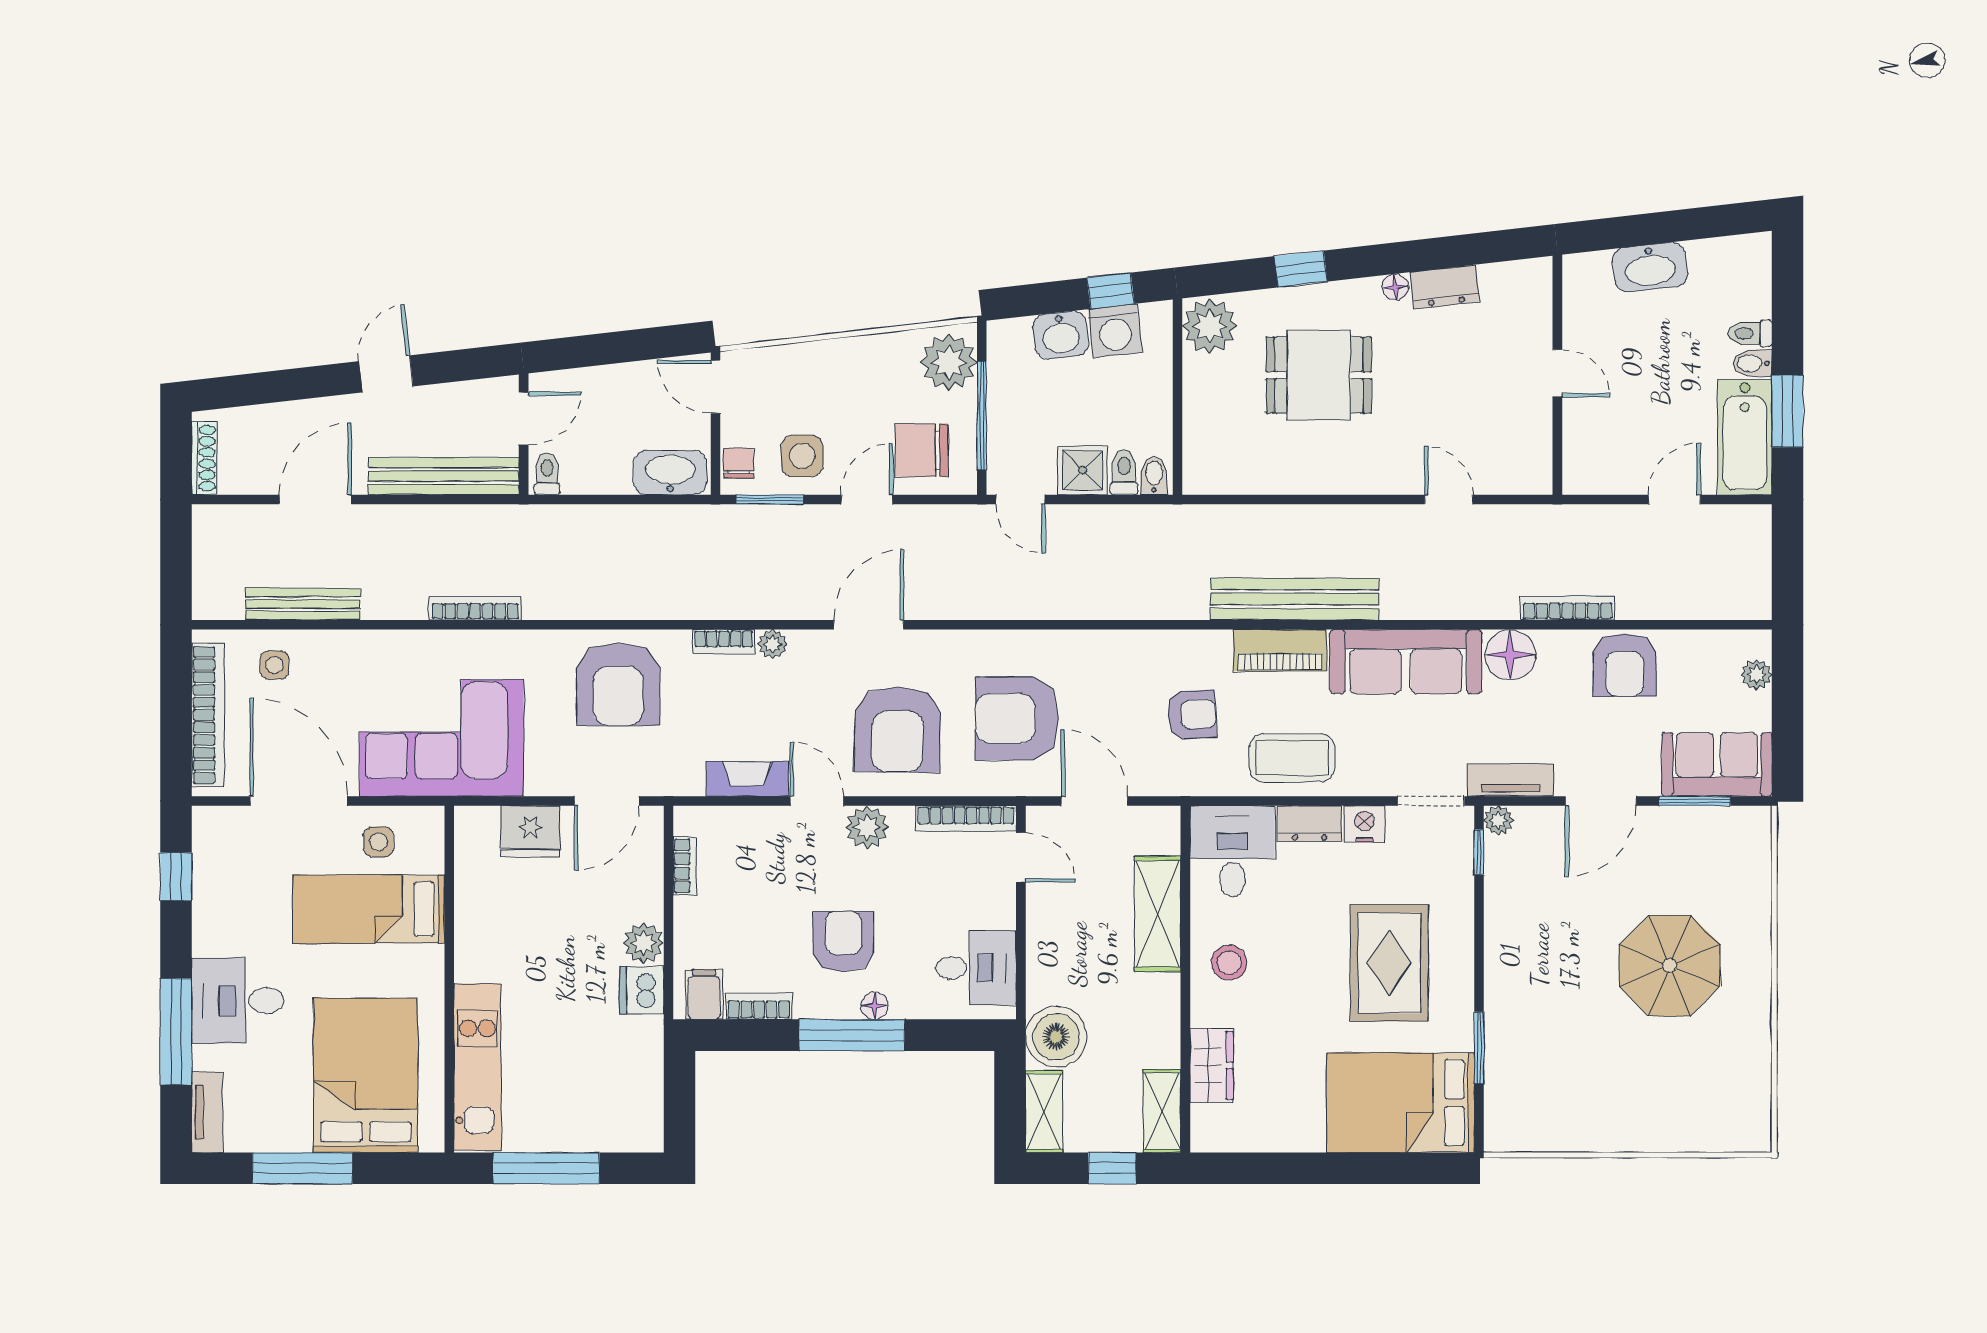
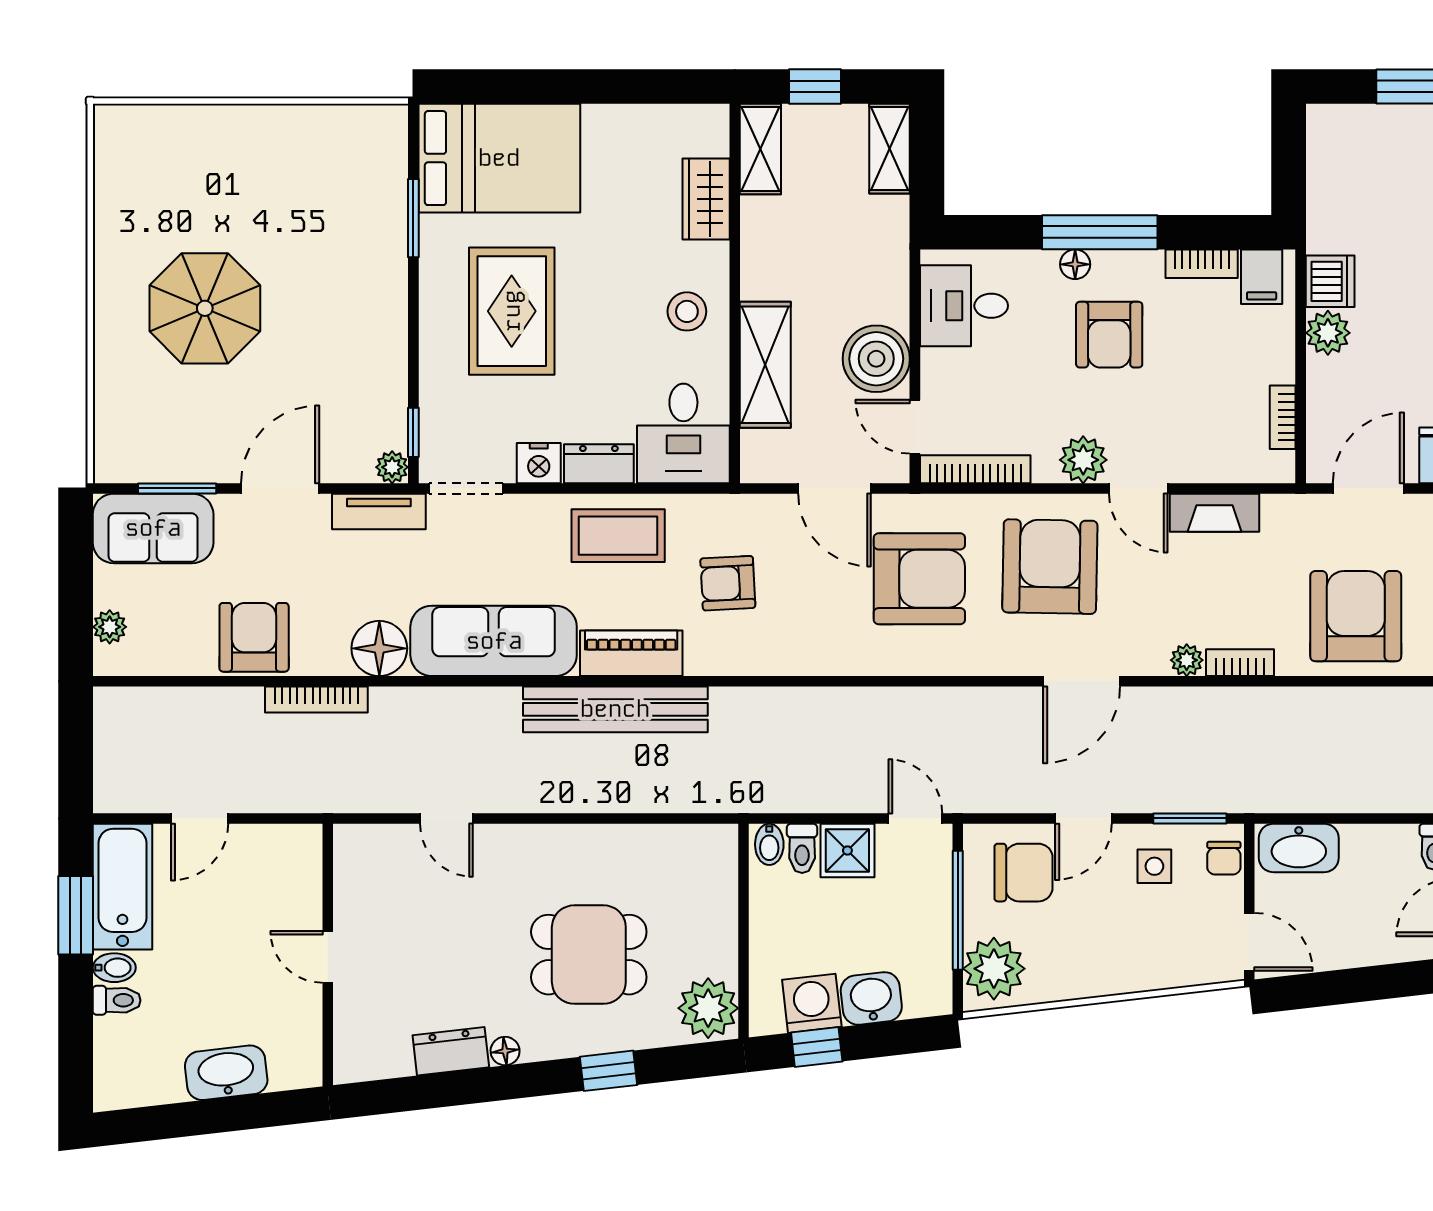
side table: (802, 456) -> (1154, 866), width x0.73, depth x0.73
boiler: (1056, 1037) -> (876, 359), moved

